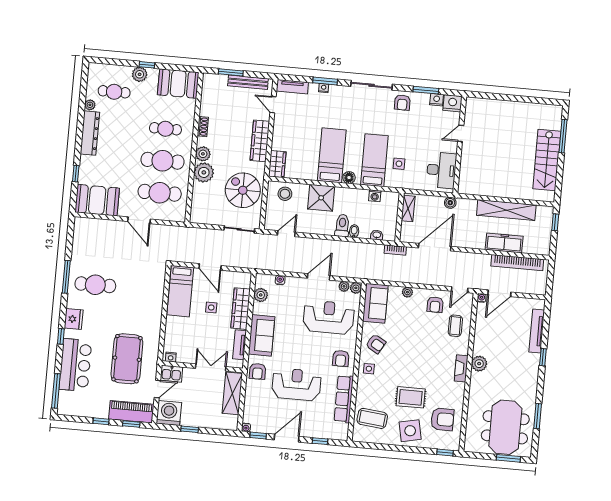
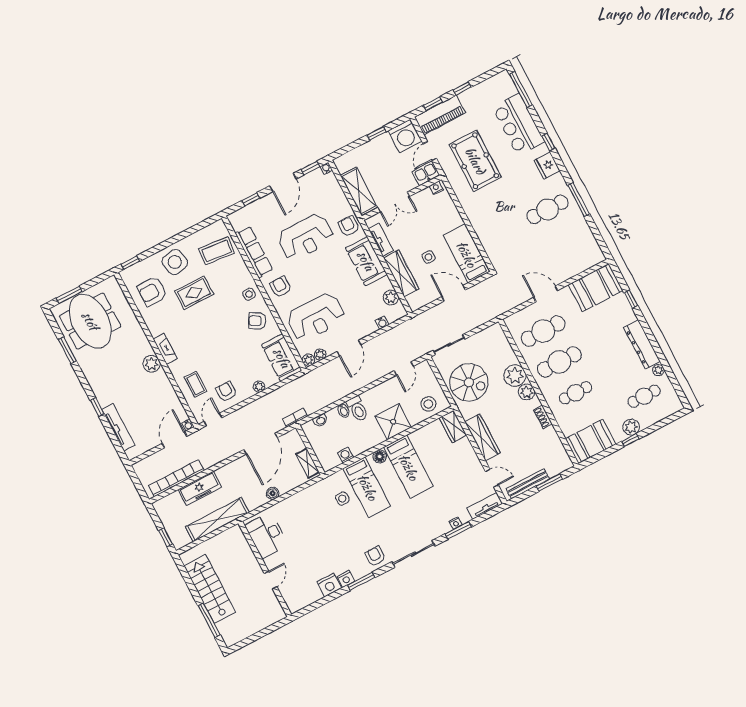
door: (461, 133) -> (271, 580), moved
wall: (460, 145) -> (265, 569), moved
desk: (441, 170) -> (267, 535), moved

